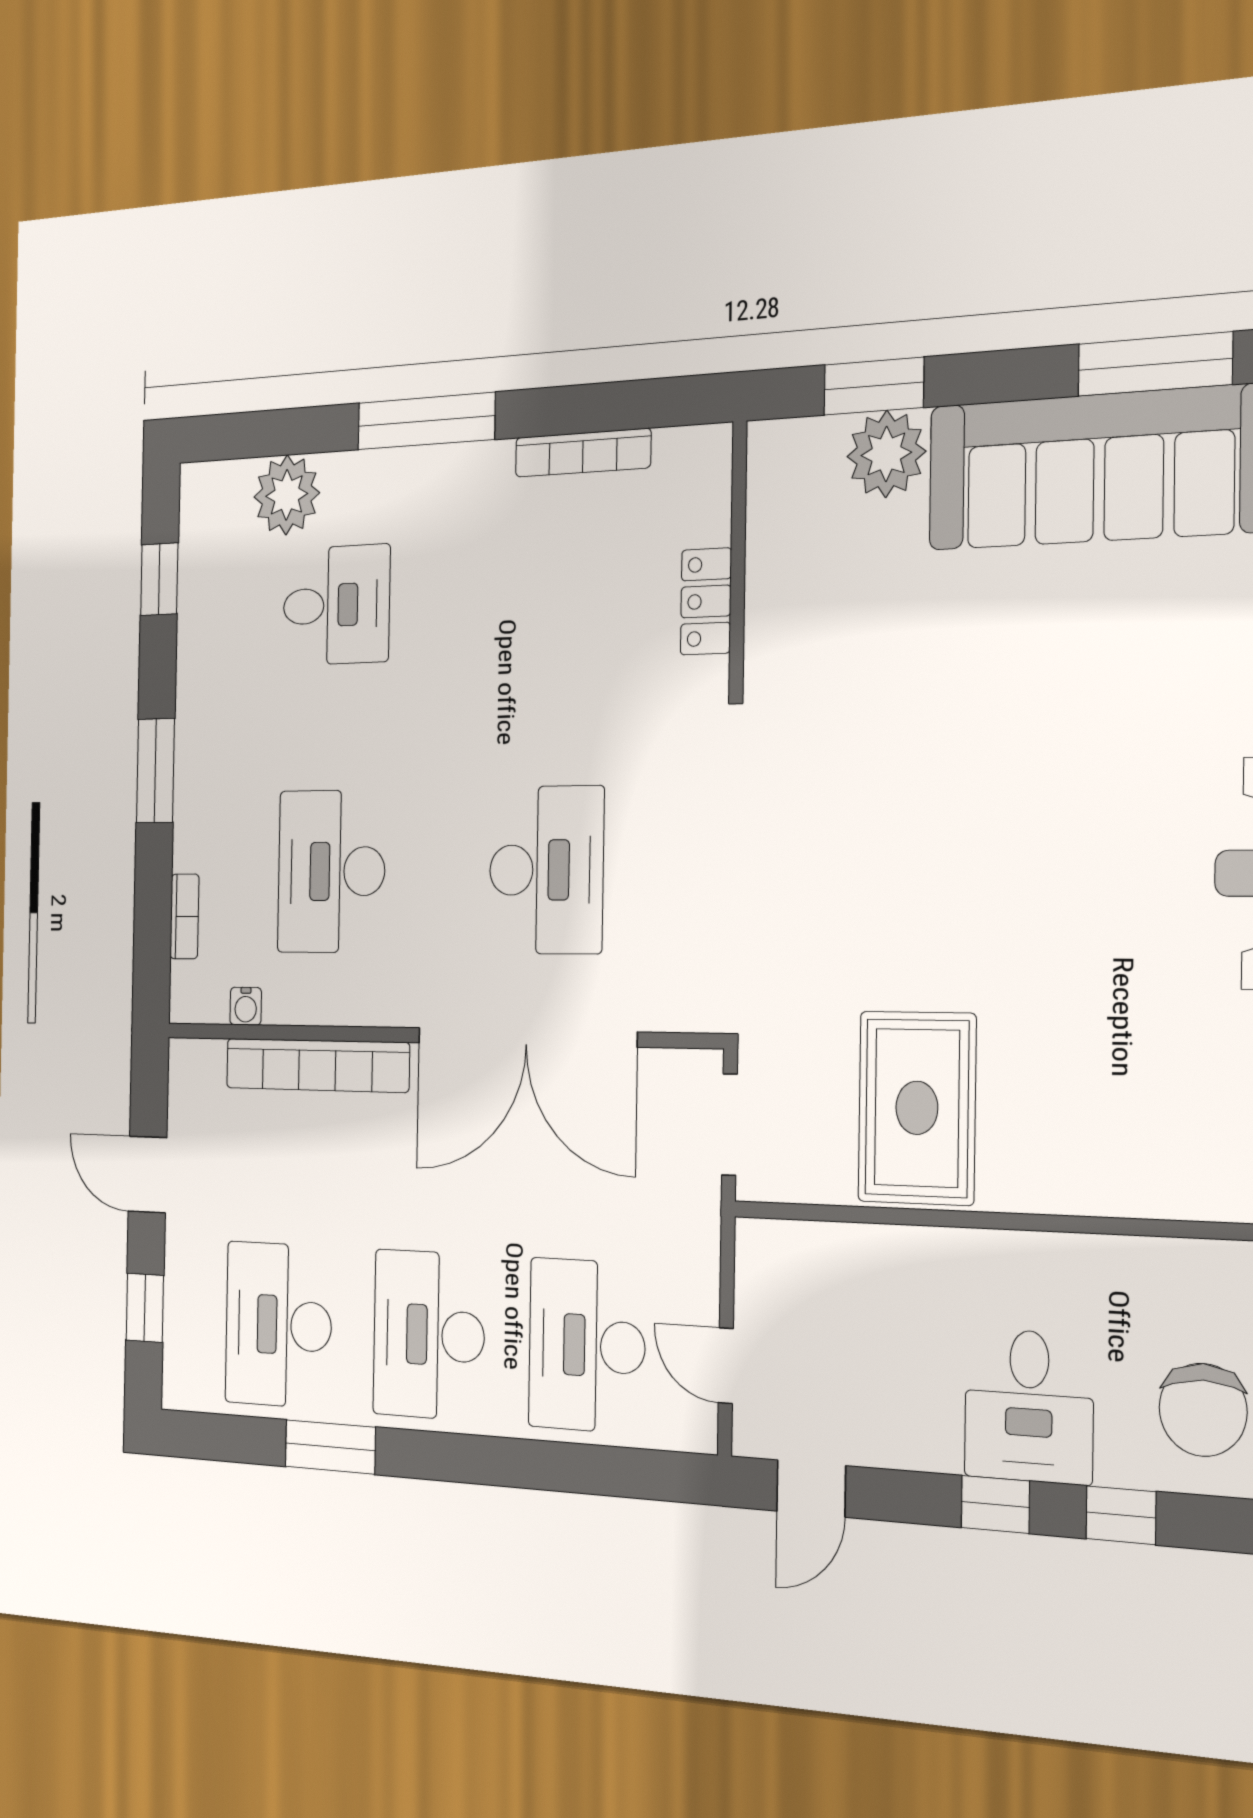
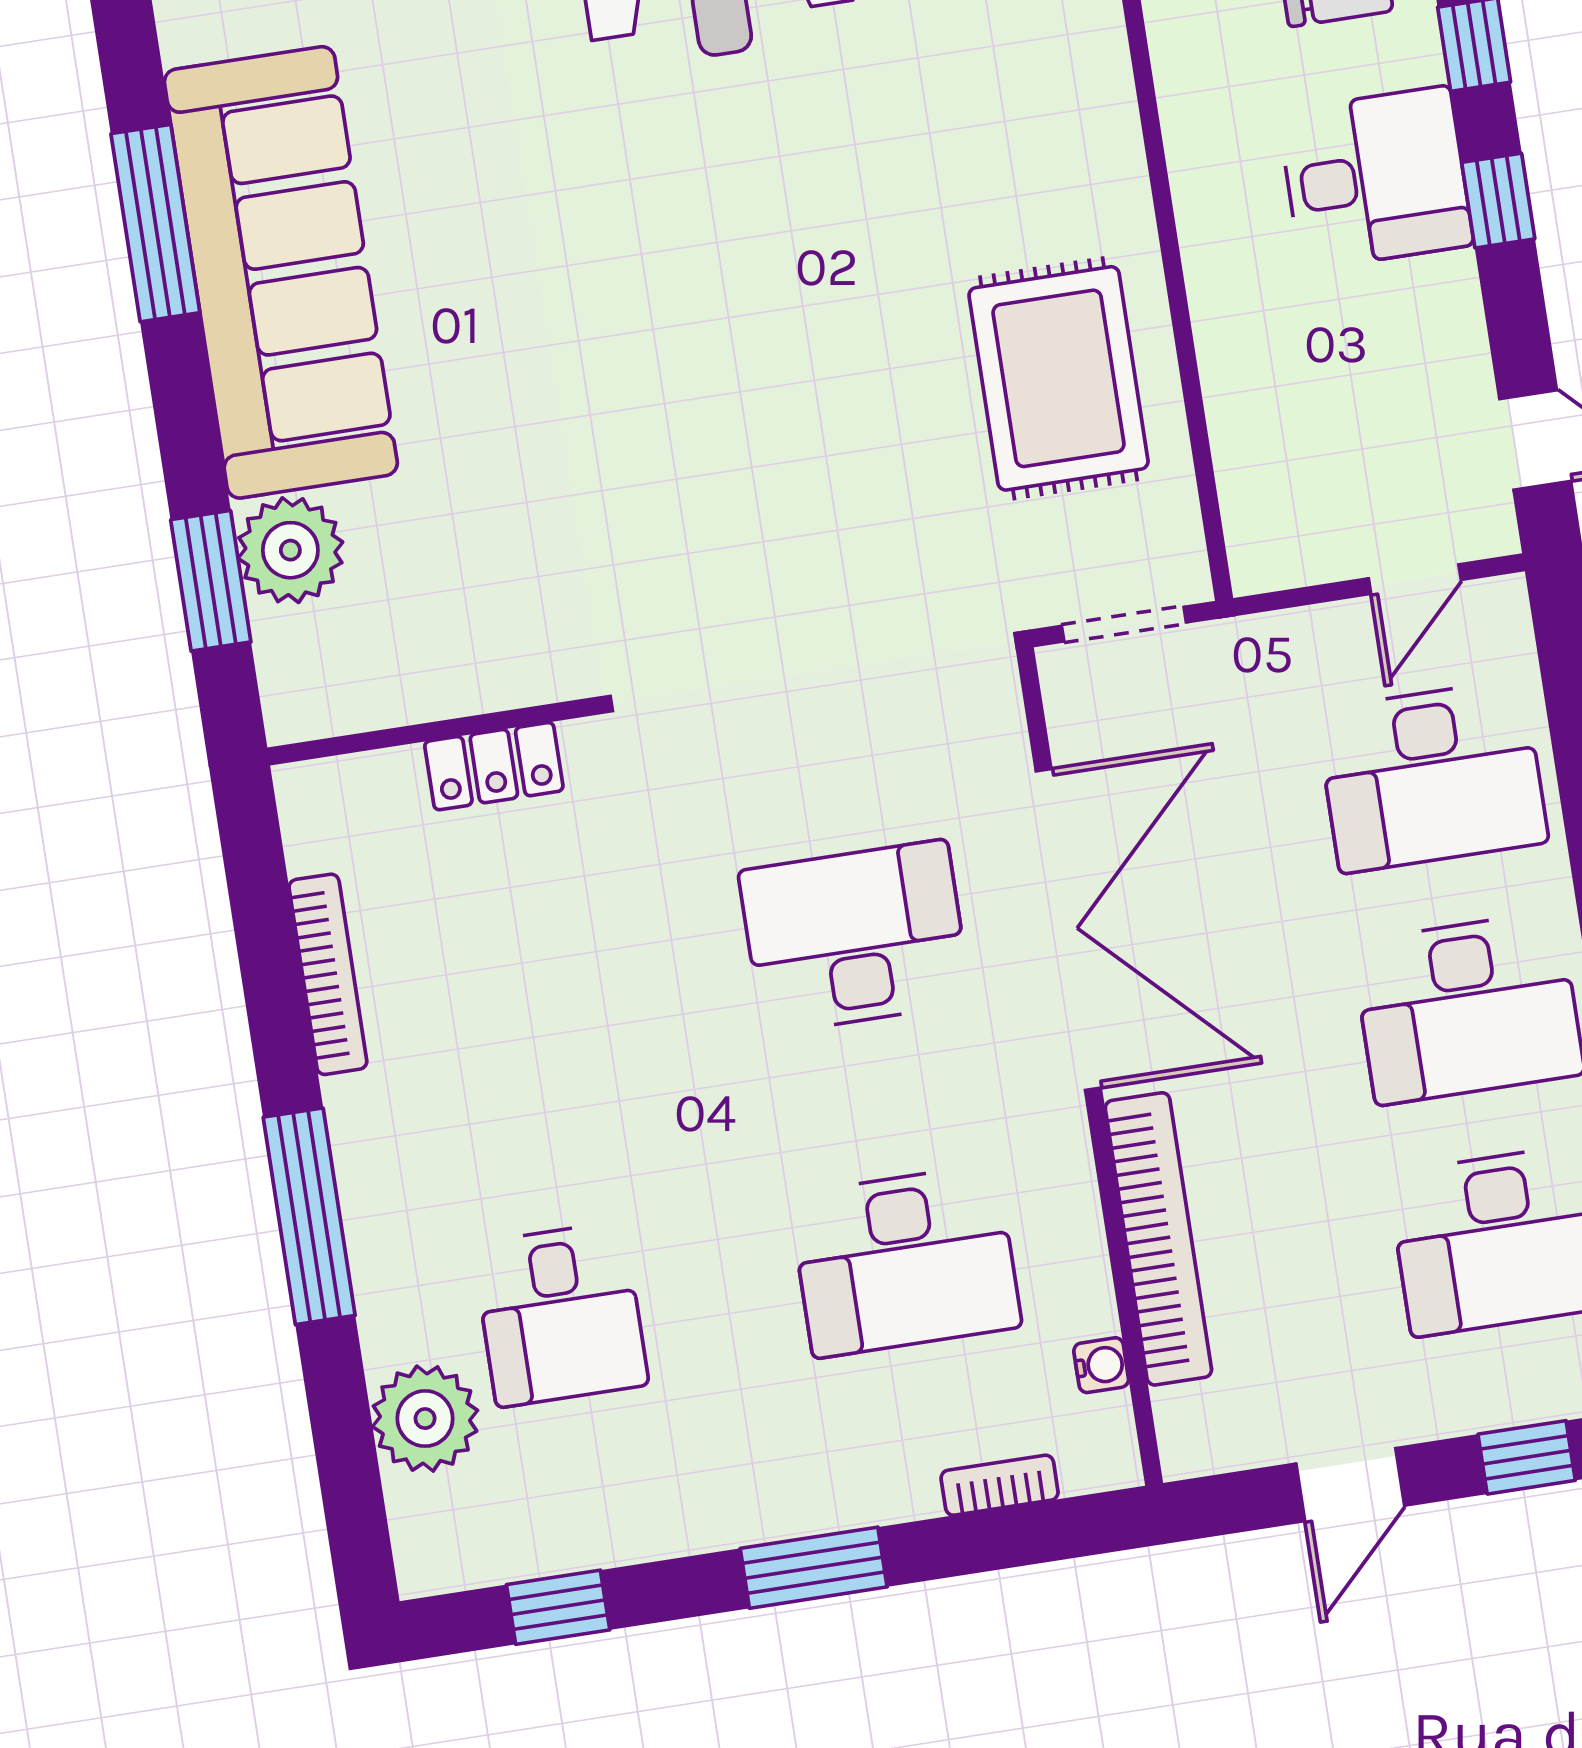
desk: (336, 605) -> (560, 1314), turned 180
rug: (917, 1108) -> (1059, 378), turned 90

